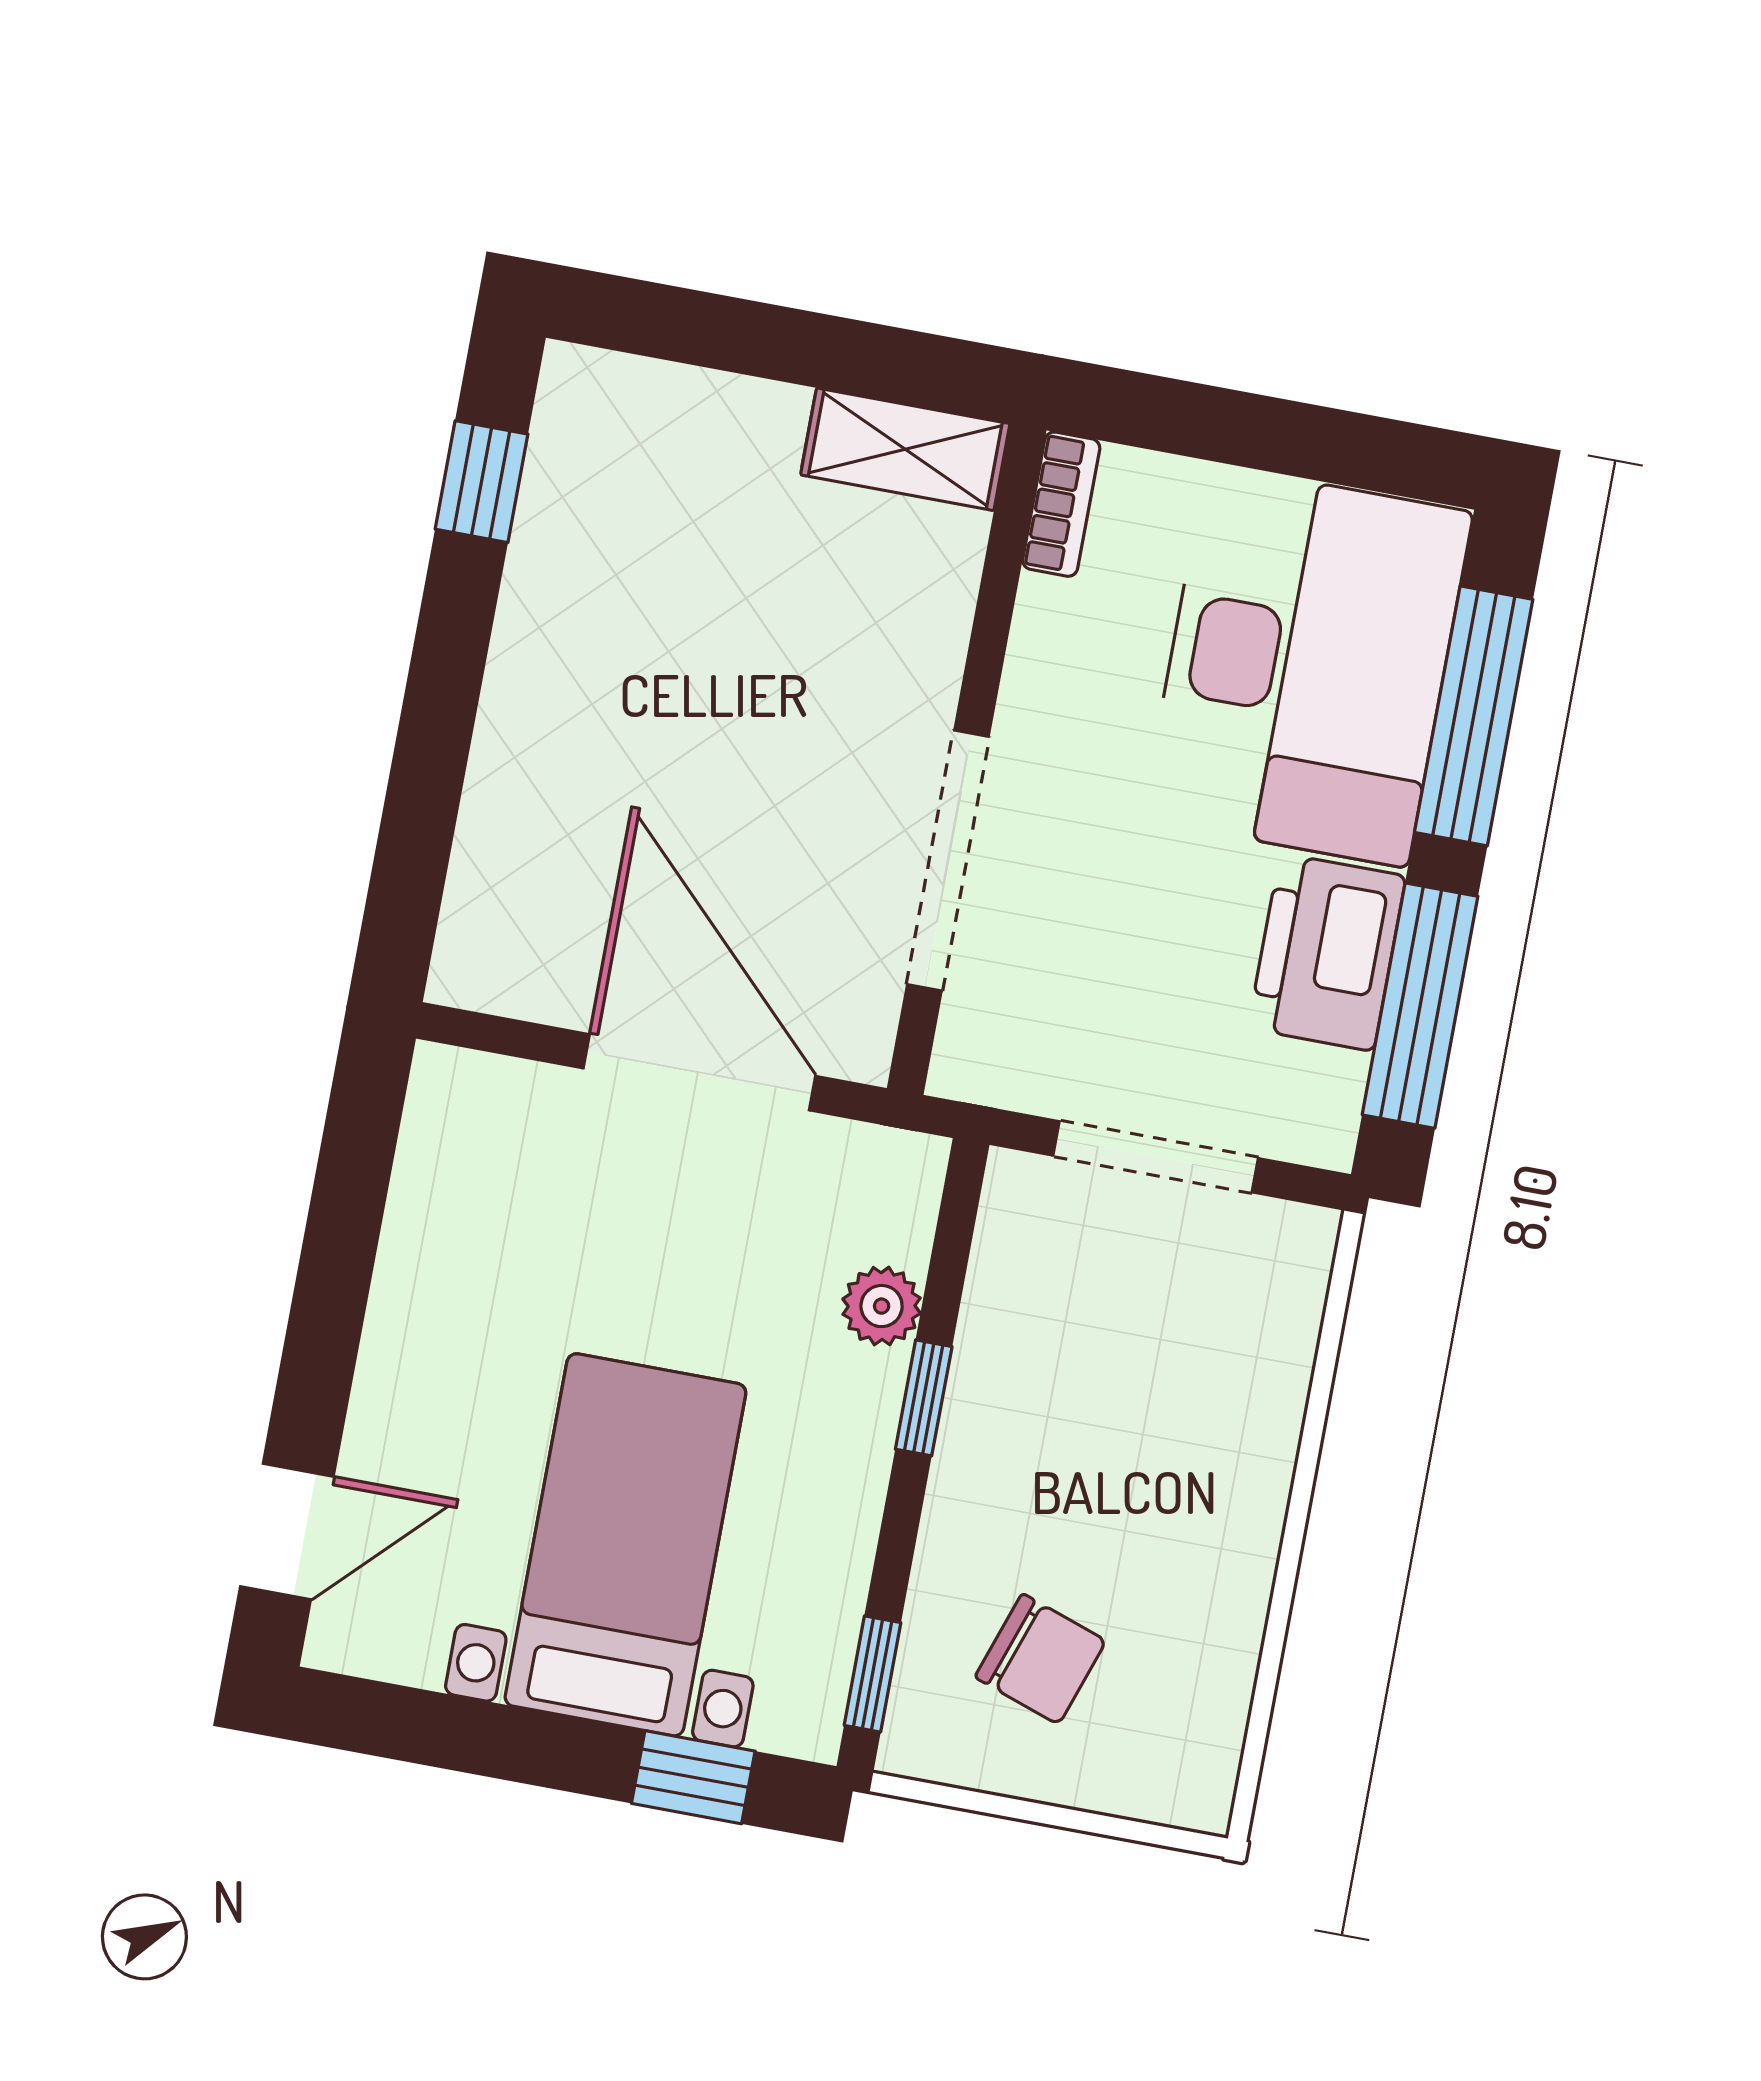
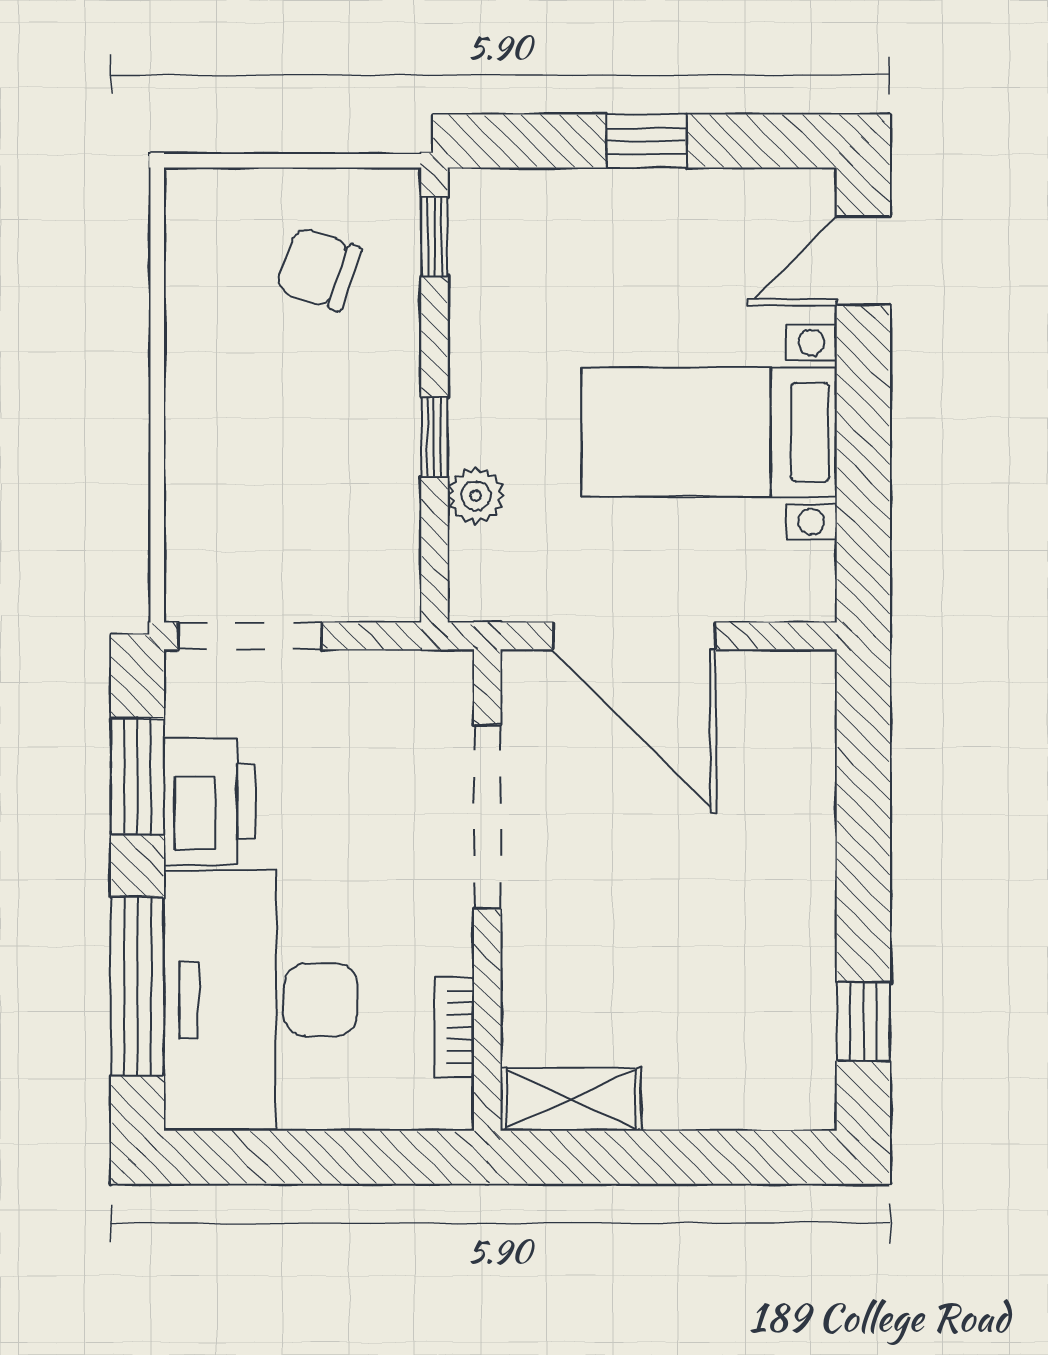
bookcase: (1061, 504) -> (454, 1027), moved
window: (1420, 1006) -> (138, 776), width x0.69
doorway: (1156, 1157) -> (250, 636), moved
bed with nightstands: (625, 1545) -> (709, 432), moved, turned 90
window: (693, 1777) -> (647, 141), moved

